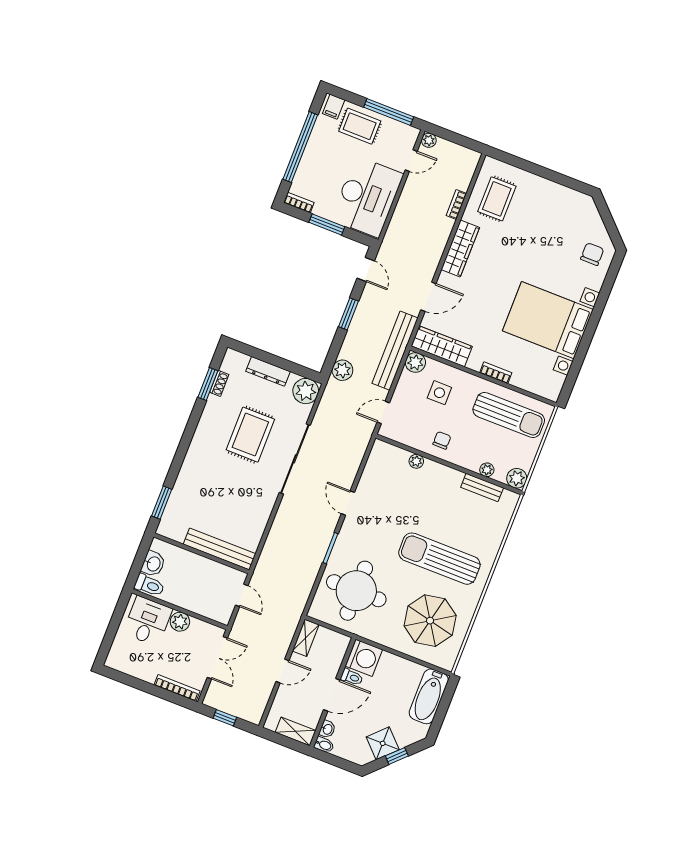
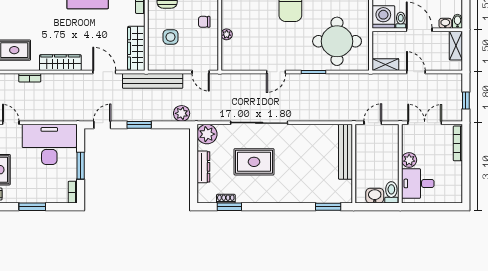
window: (300, 147) -> (32, 207), width x0.47
plant: (415, 362) -> (155, 63), removed

